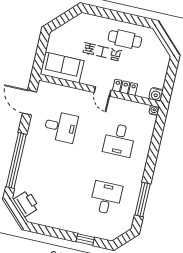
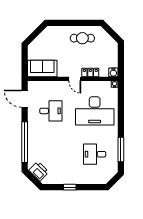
desk: (119, 140) -> (95, 111), width x1.87, depth x1.30
desk: (106, 198) -> (95, 154), turned -90
window: (85, 239) -> (70, 187), moved

